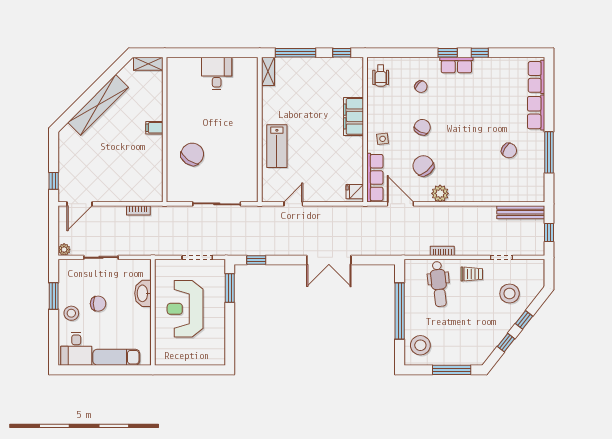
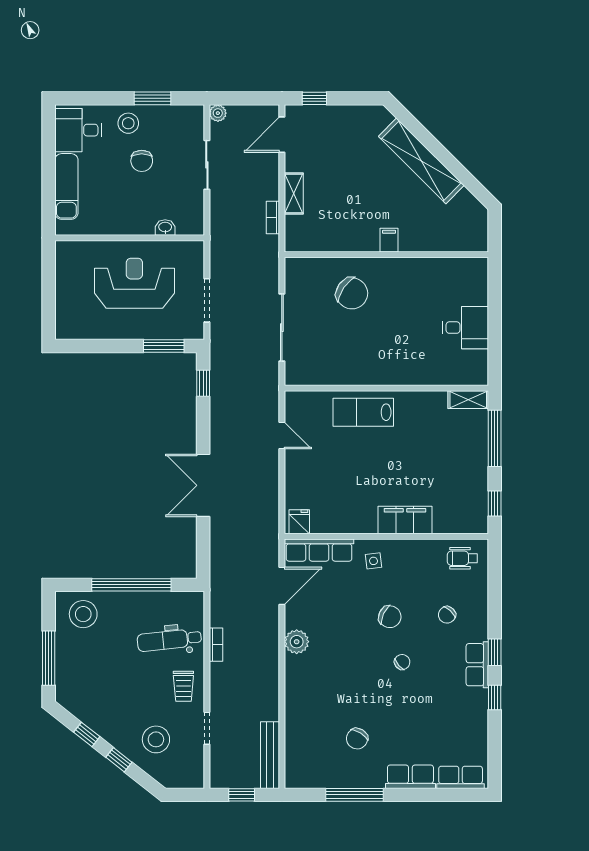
shelving: (148, 64) -> (294, 193), moved
chair: (423, 166) -> (402, 662), moved, width x0.54, depth x0.54
door: (79, 204) -> (282, 135), hinge flipped
washbasin: (143, 293) -> (165, 227), width x0.52, depth x0.69

